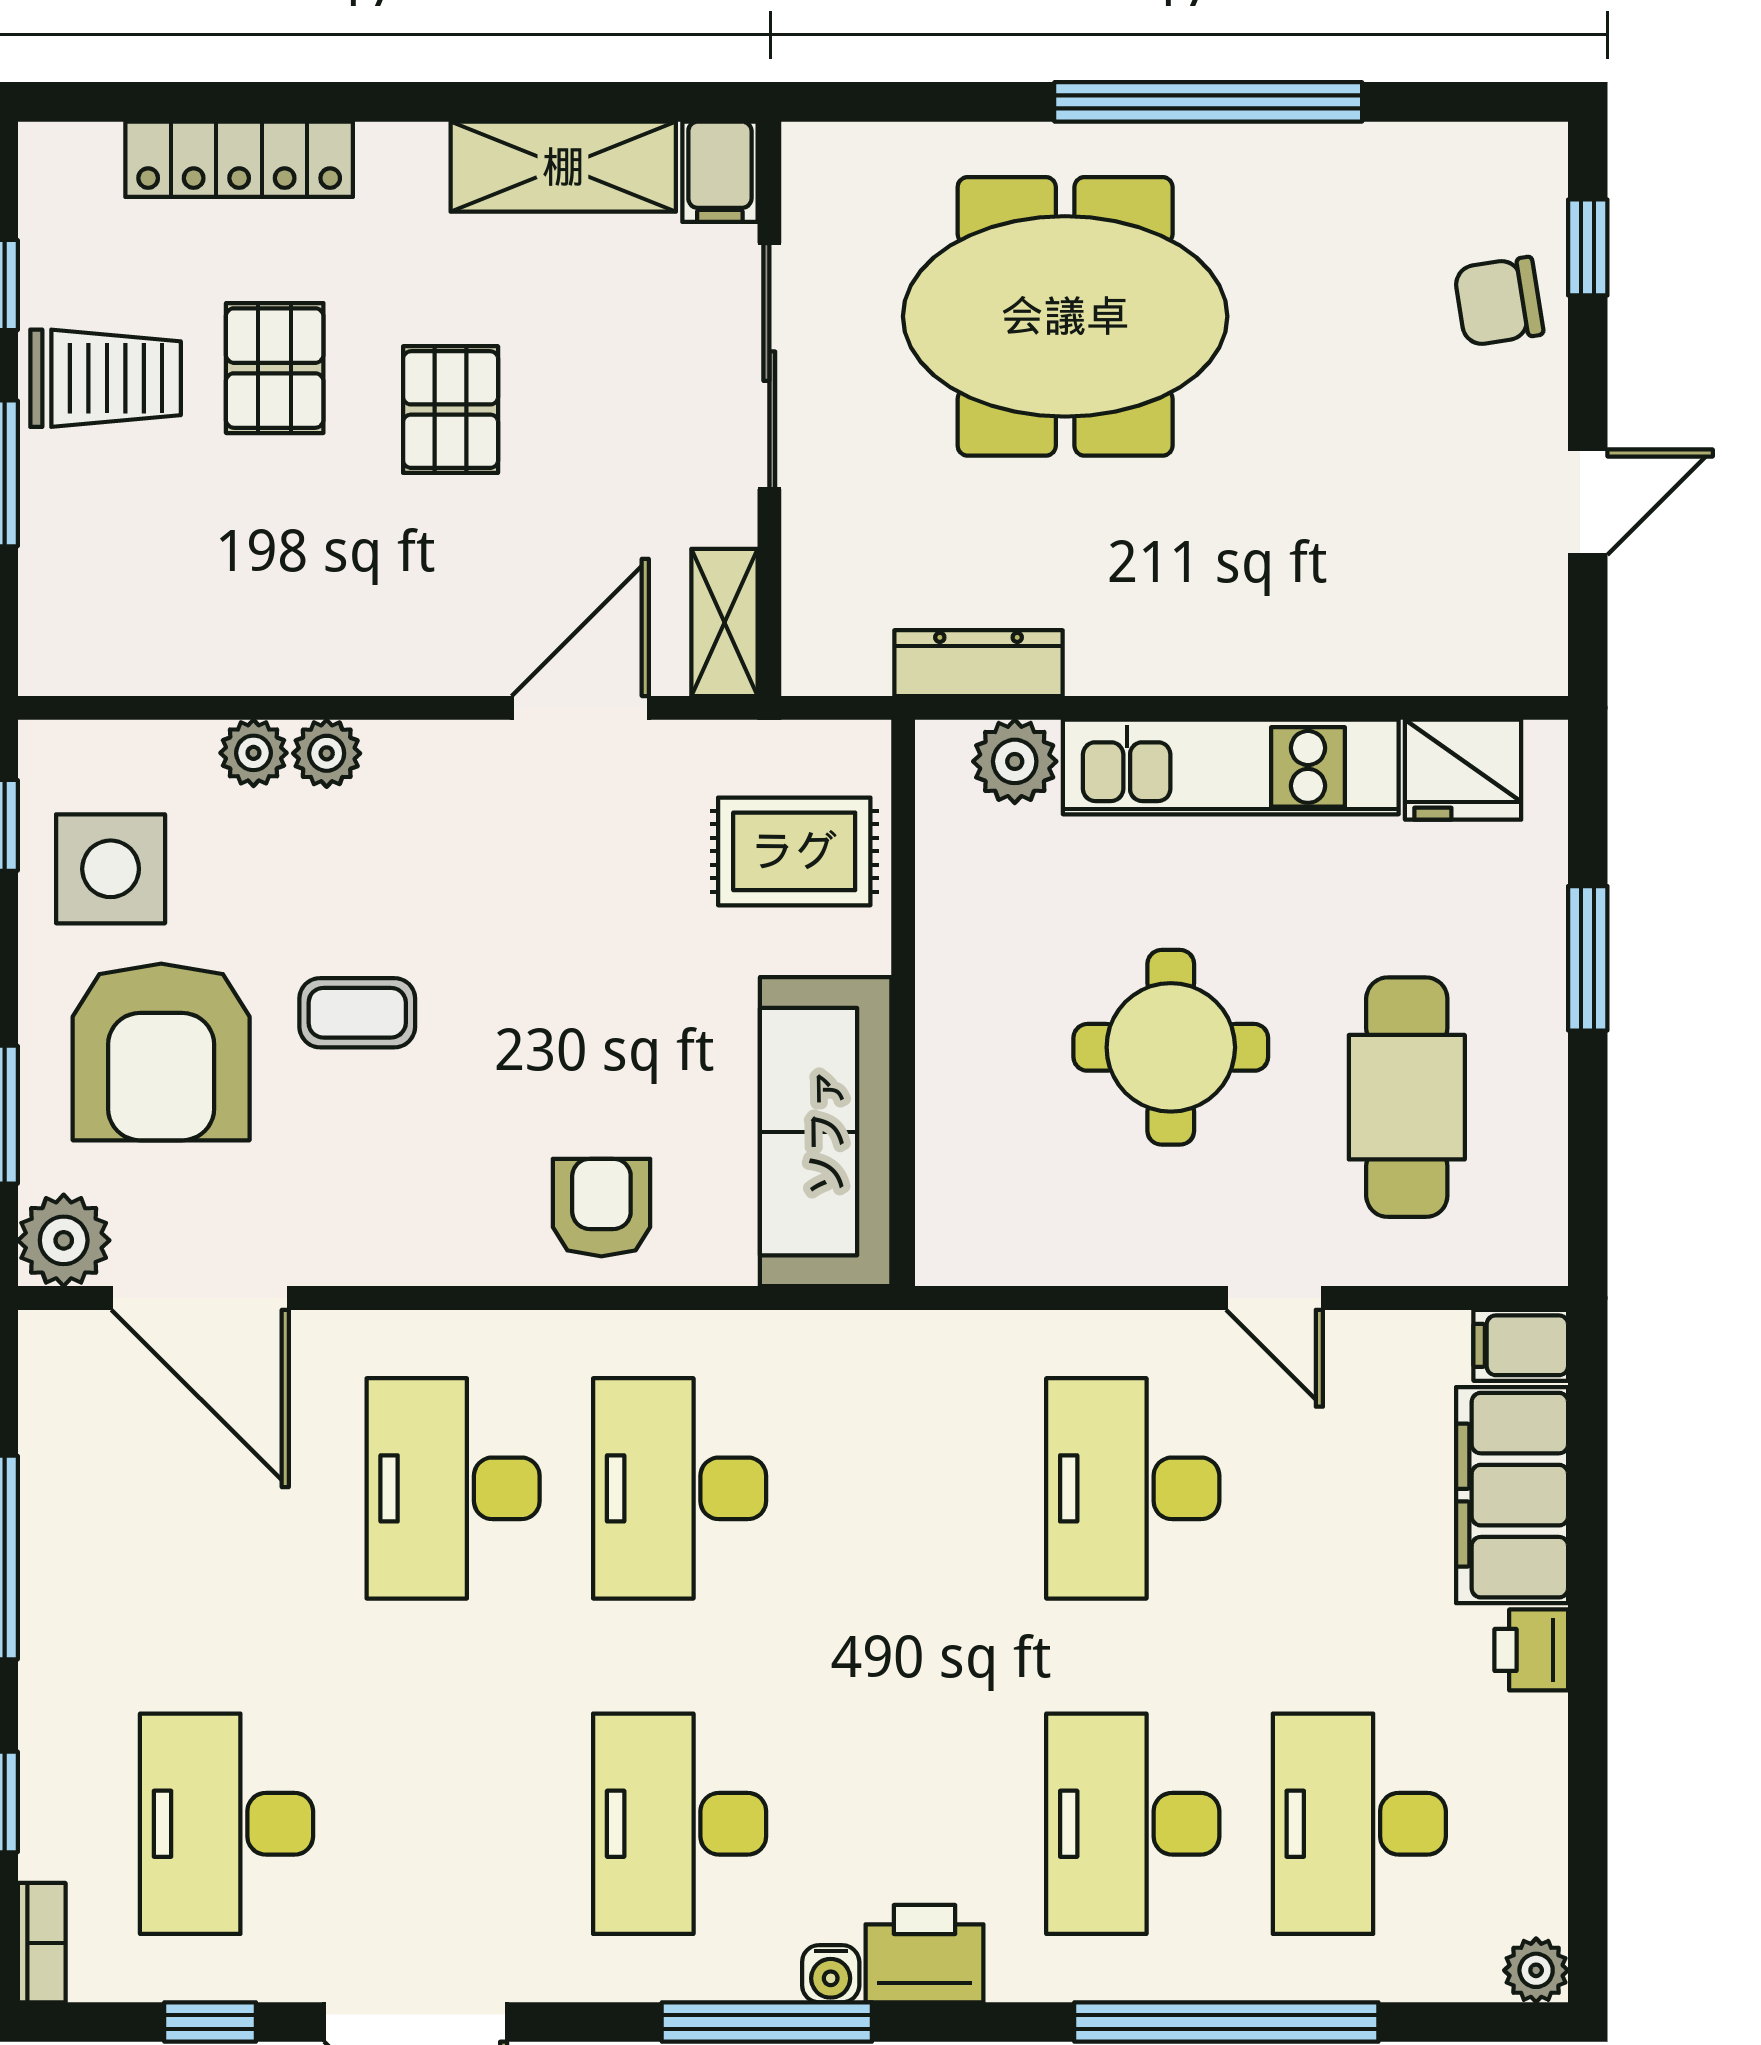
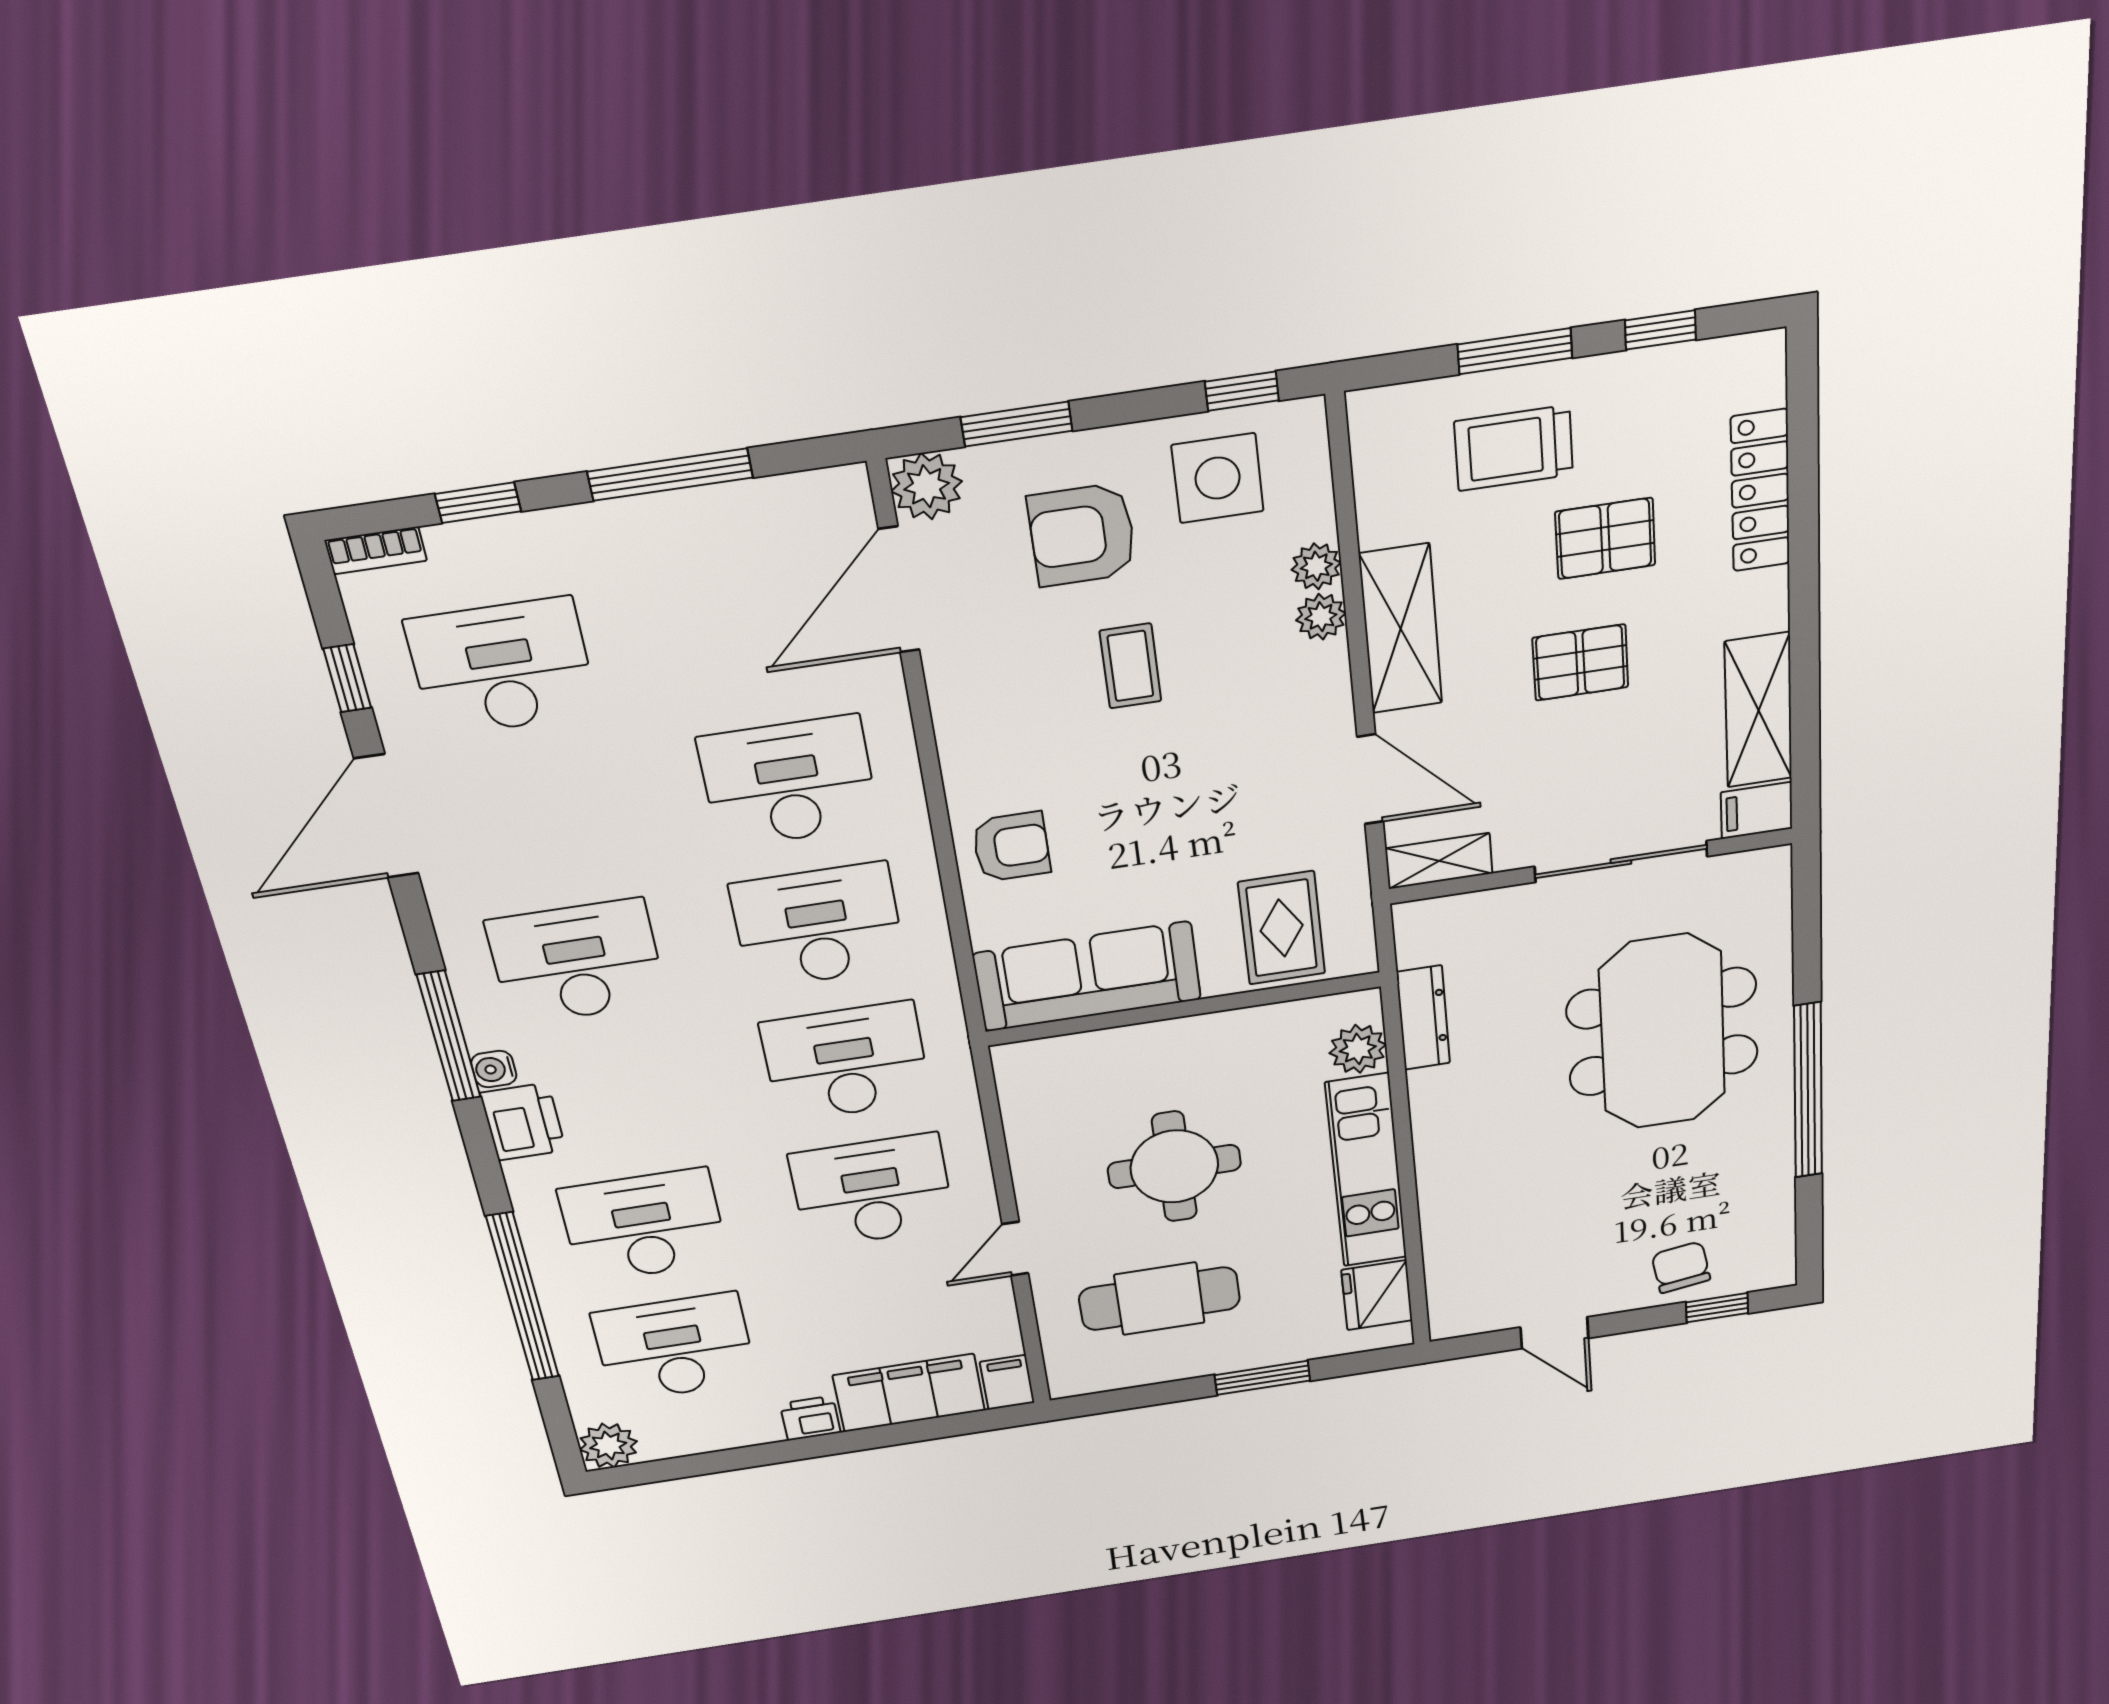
trolley: (106, 378) -> (1514, 448), moved, turned 90
shelving: (362, 649) -> (1401, 629), added
armchair: (161, 1052) -> (1082, 535), width x0.73, depth x0.73
desk: (906, 1488) -> (846, 1062), added
plant: (1536, 1970) -> (608, 1445), width x1.38, depth x1.38

